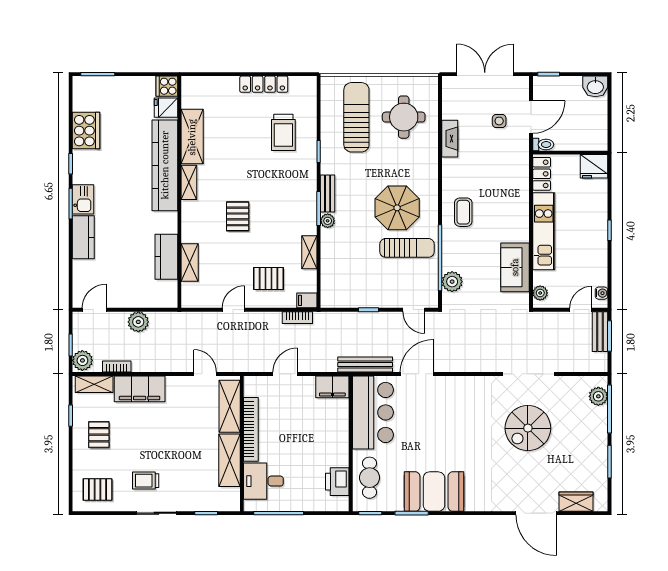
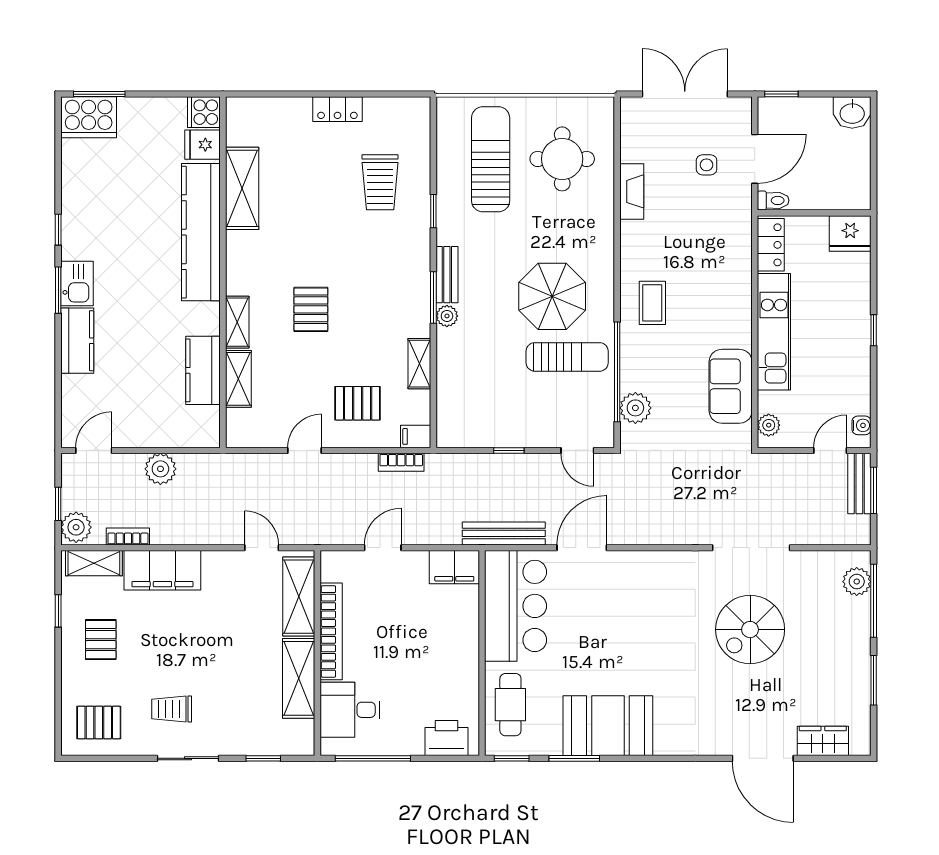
locker: (264, 84) -> (337, 109), width x0.66
cooker: (86, 131) -> (89, 117), moved, turned 90
shelving: (189, 182) -> (237, 322), moved
printer: (337, 482) -> (446, 738), moved, turned 90

